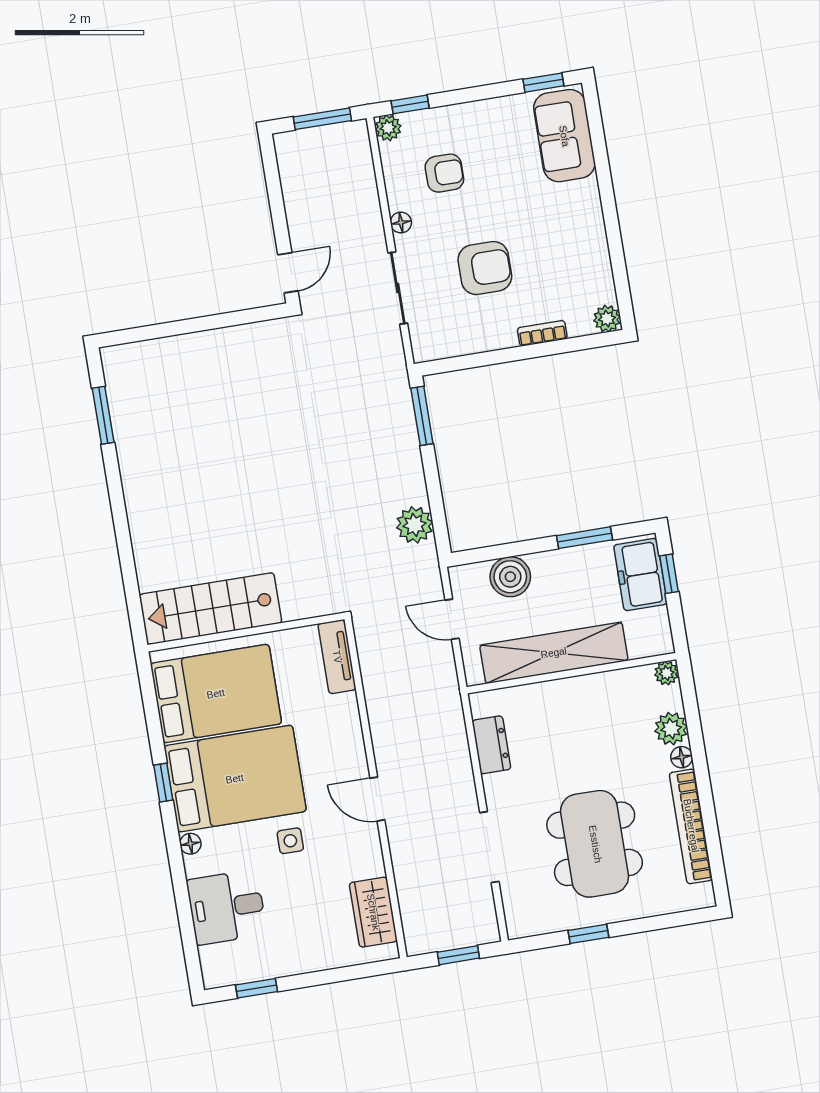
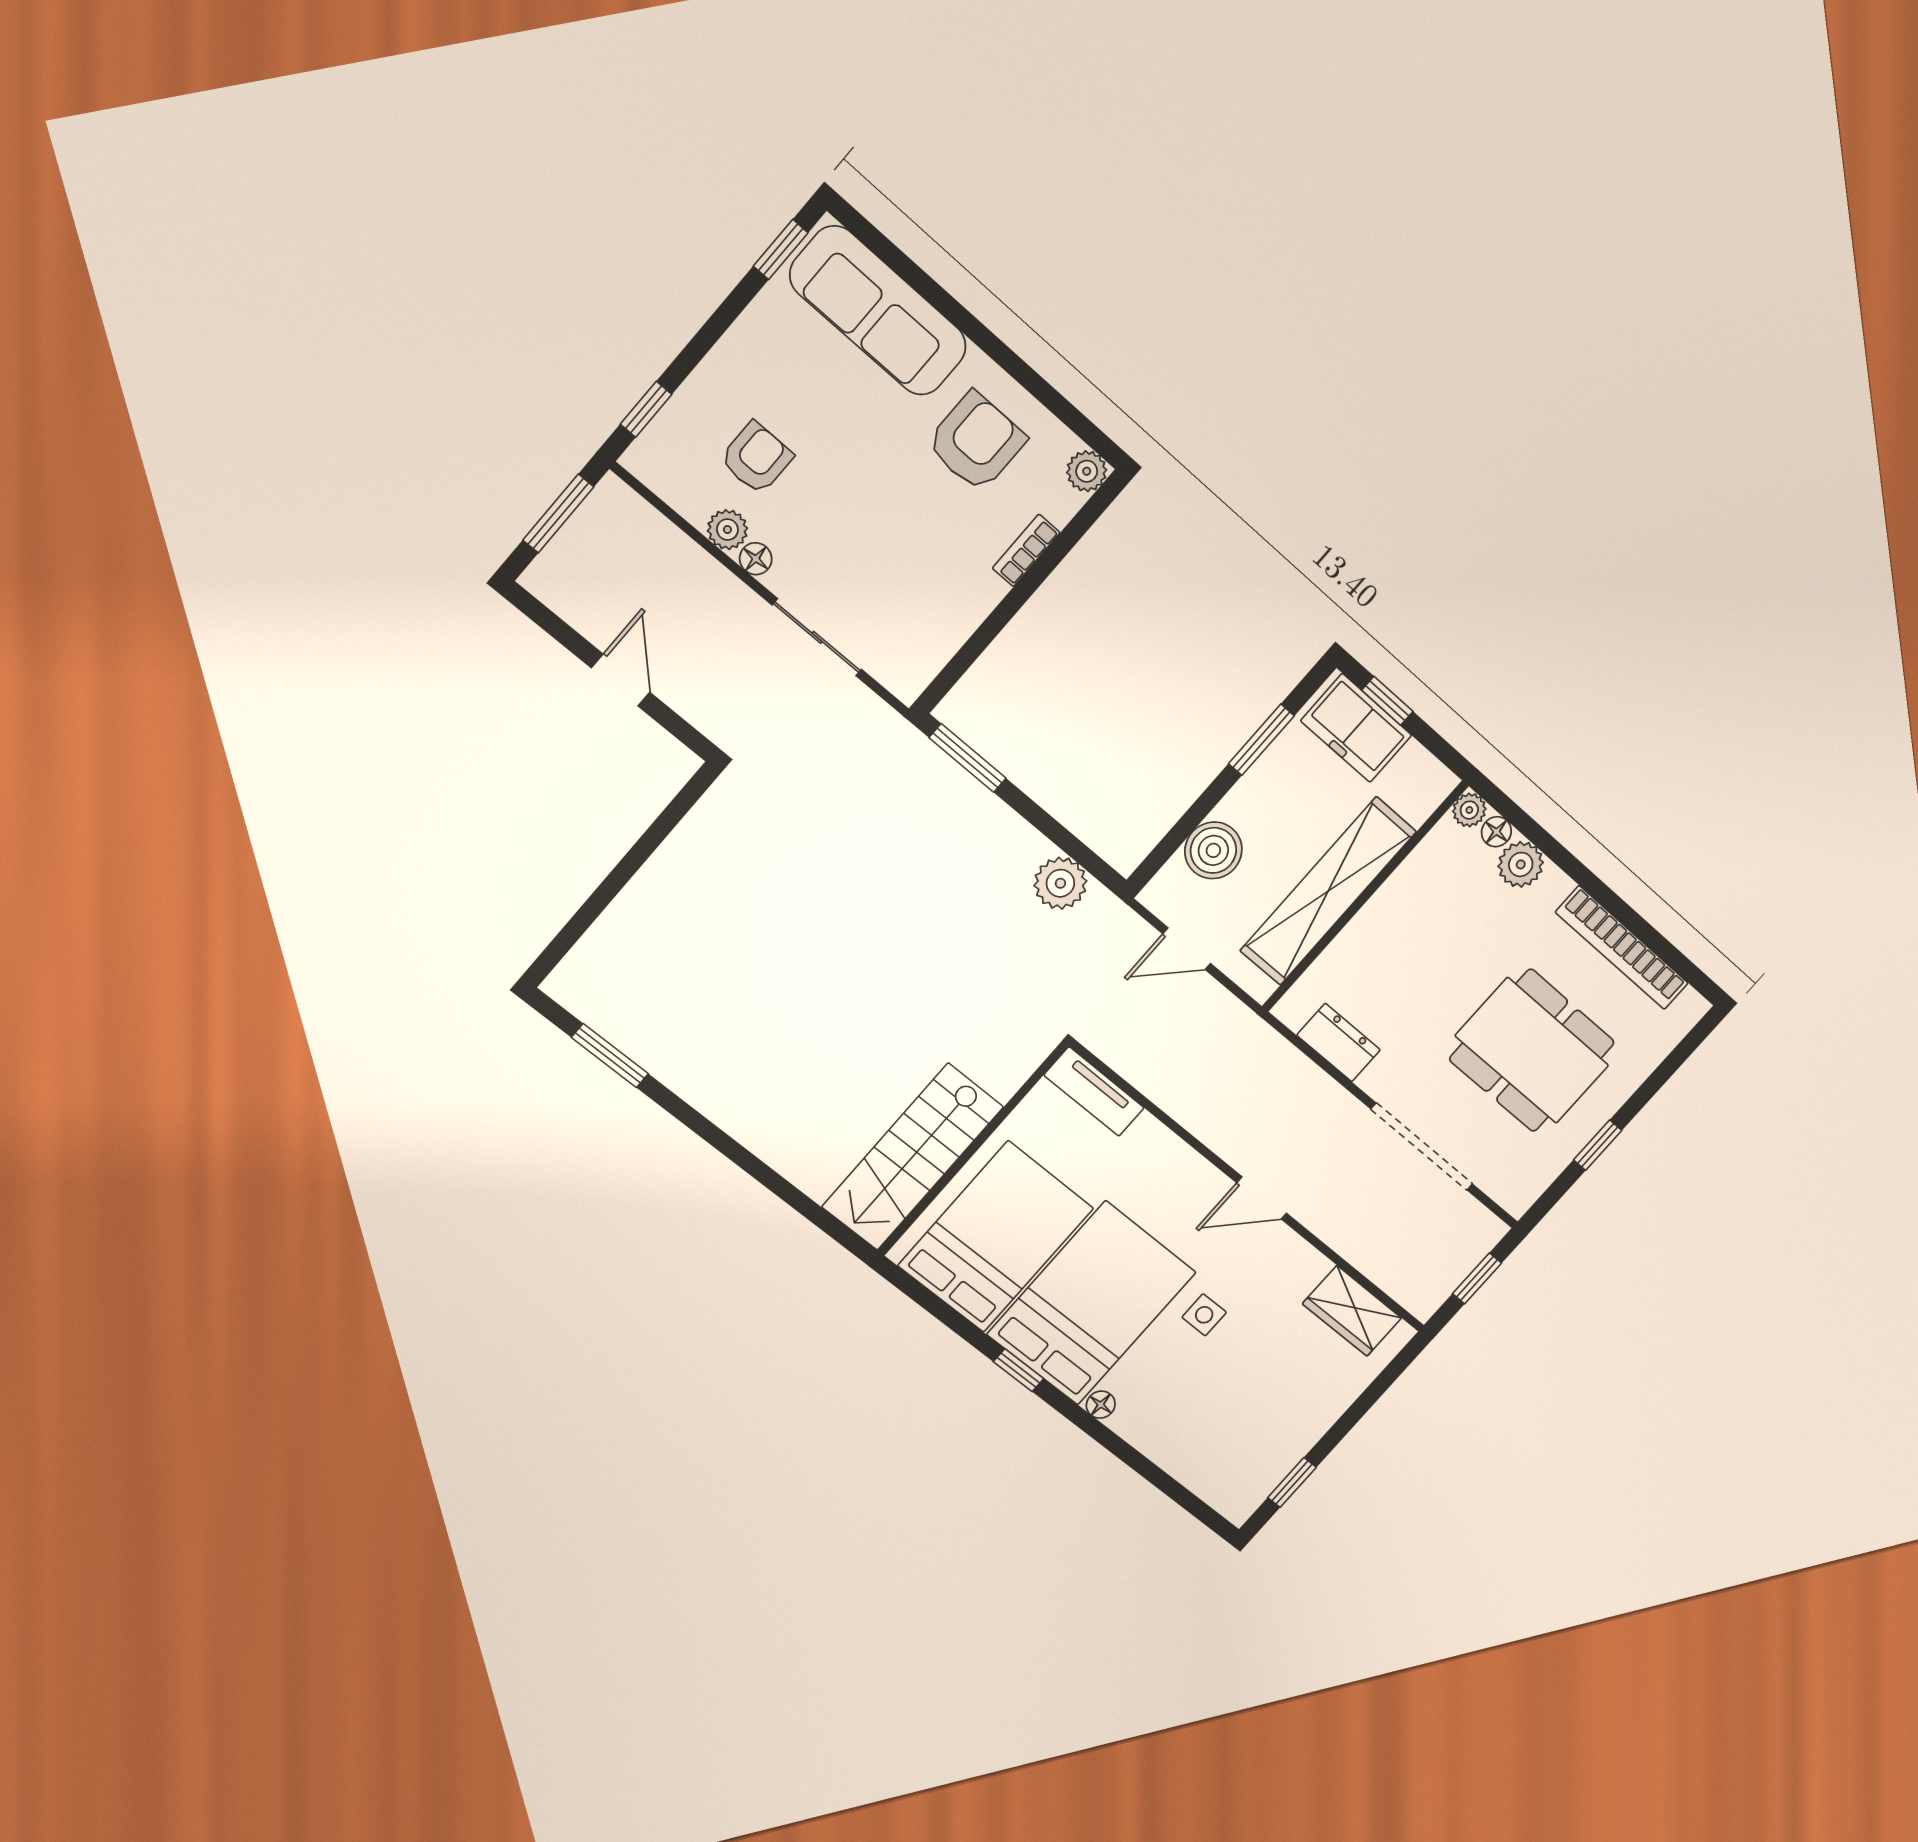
plant: (388, 128) -> (727, 530), moved
sofa: (564, 136) -> (878, 311), width x1.36
armchair: (485, 268) -> (976, 442), moved
door: (288, 273) -> (621, 680), moved
floor lamp: (682, 757) -> (1496, 832), moved
doorway: (489, 847) -> (1422, 1147), width x1.36
desk: (227, 907) -> (1193, 1433), removed

